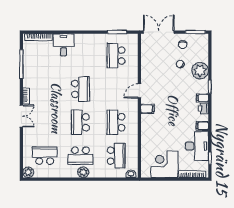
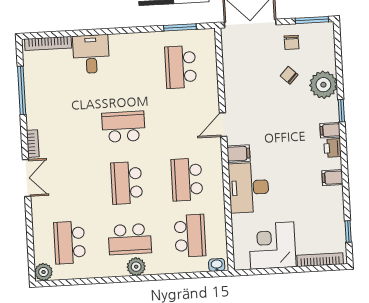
school desk: (80, 89) -> (124, 127), turned -90
desk: (197, 146) -> (249, 188), moved, turned 180
school desk: (45, 156) -> (70, 242), turned -90

